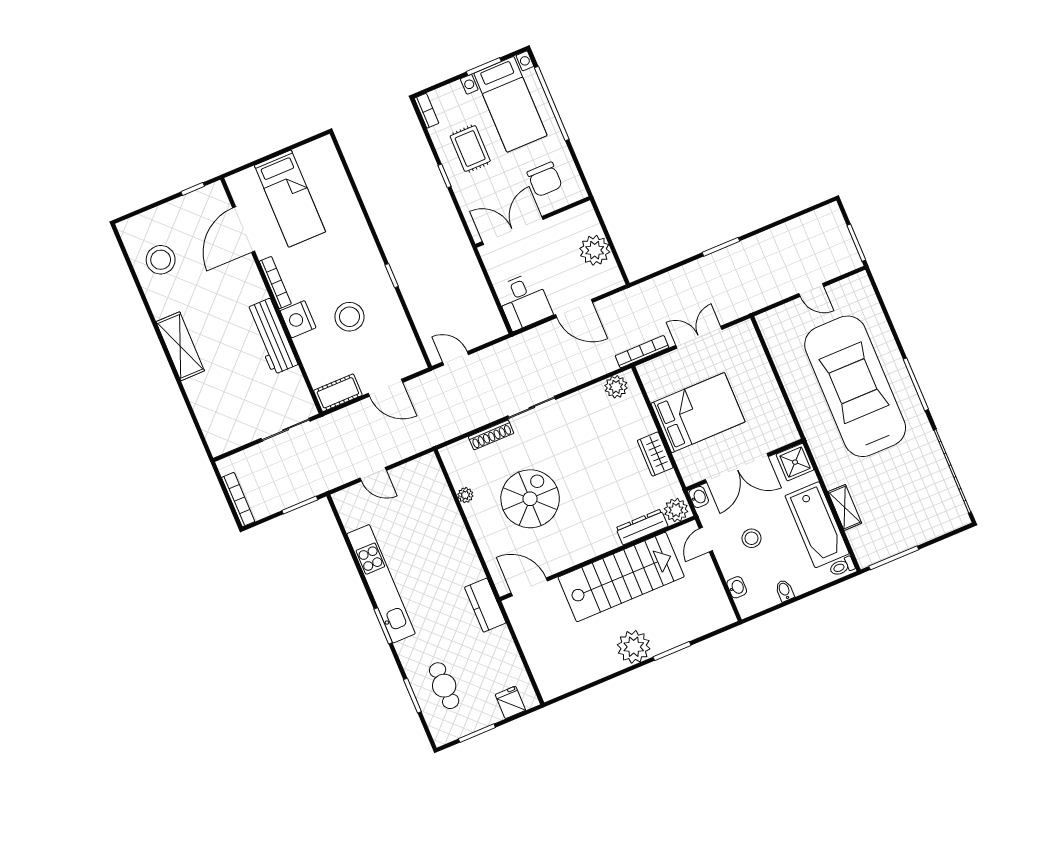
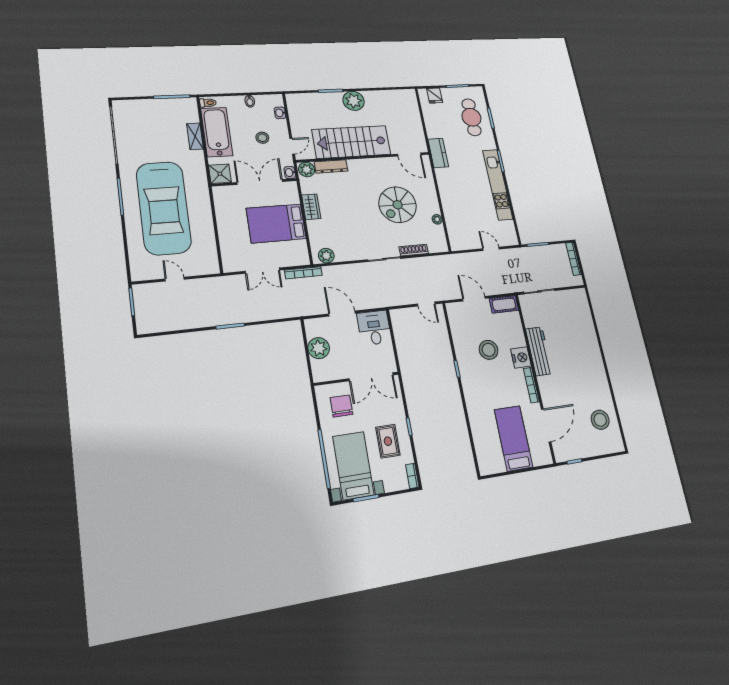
shelving: (180, 346) -> (595, 361), removed
cafe table: (444, 686) -> (471, 117), width x1.37, depth x1.35

